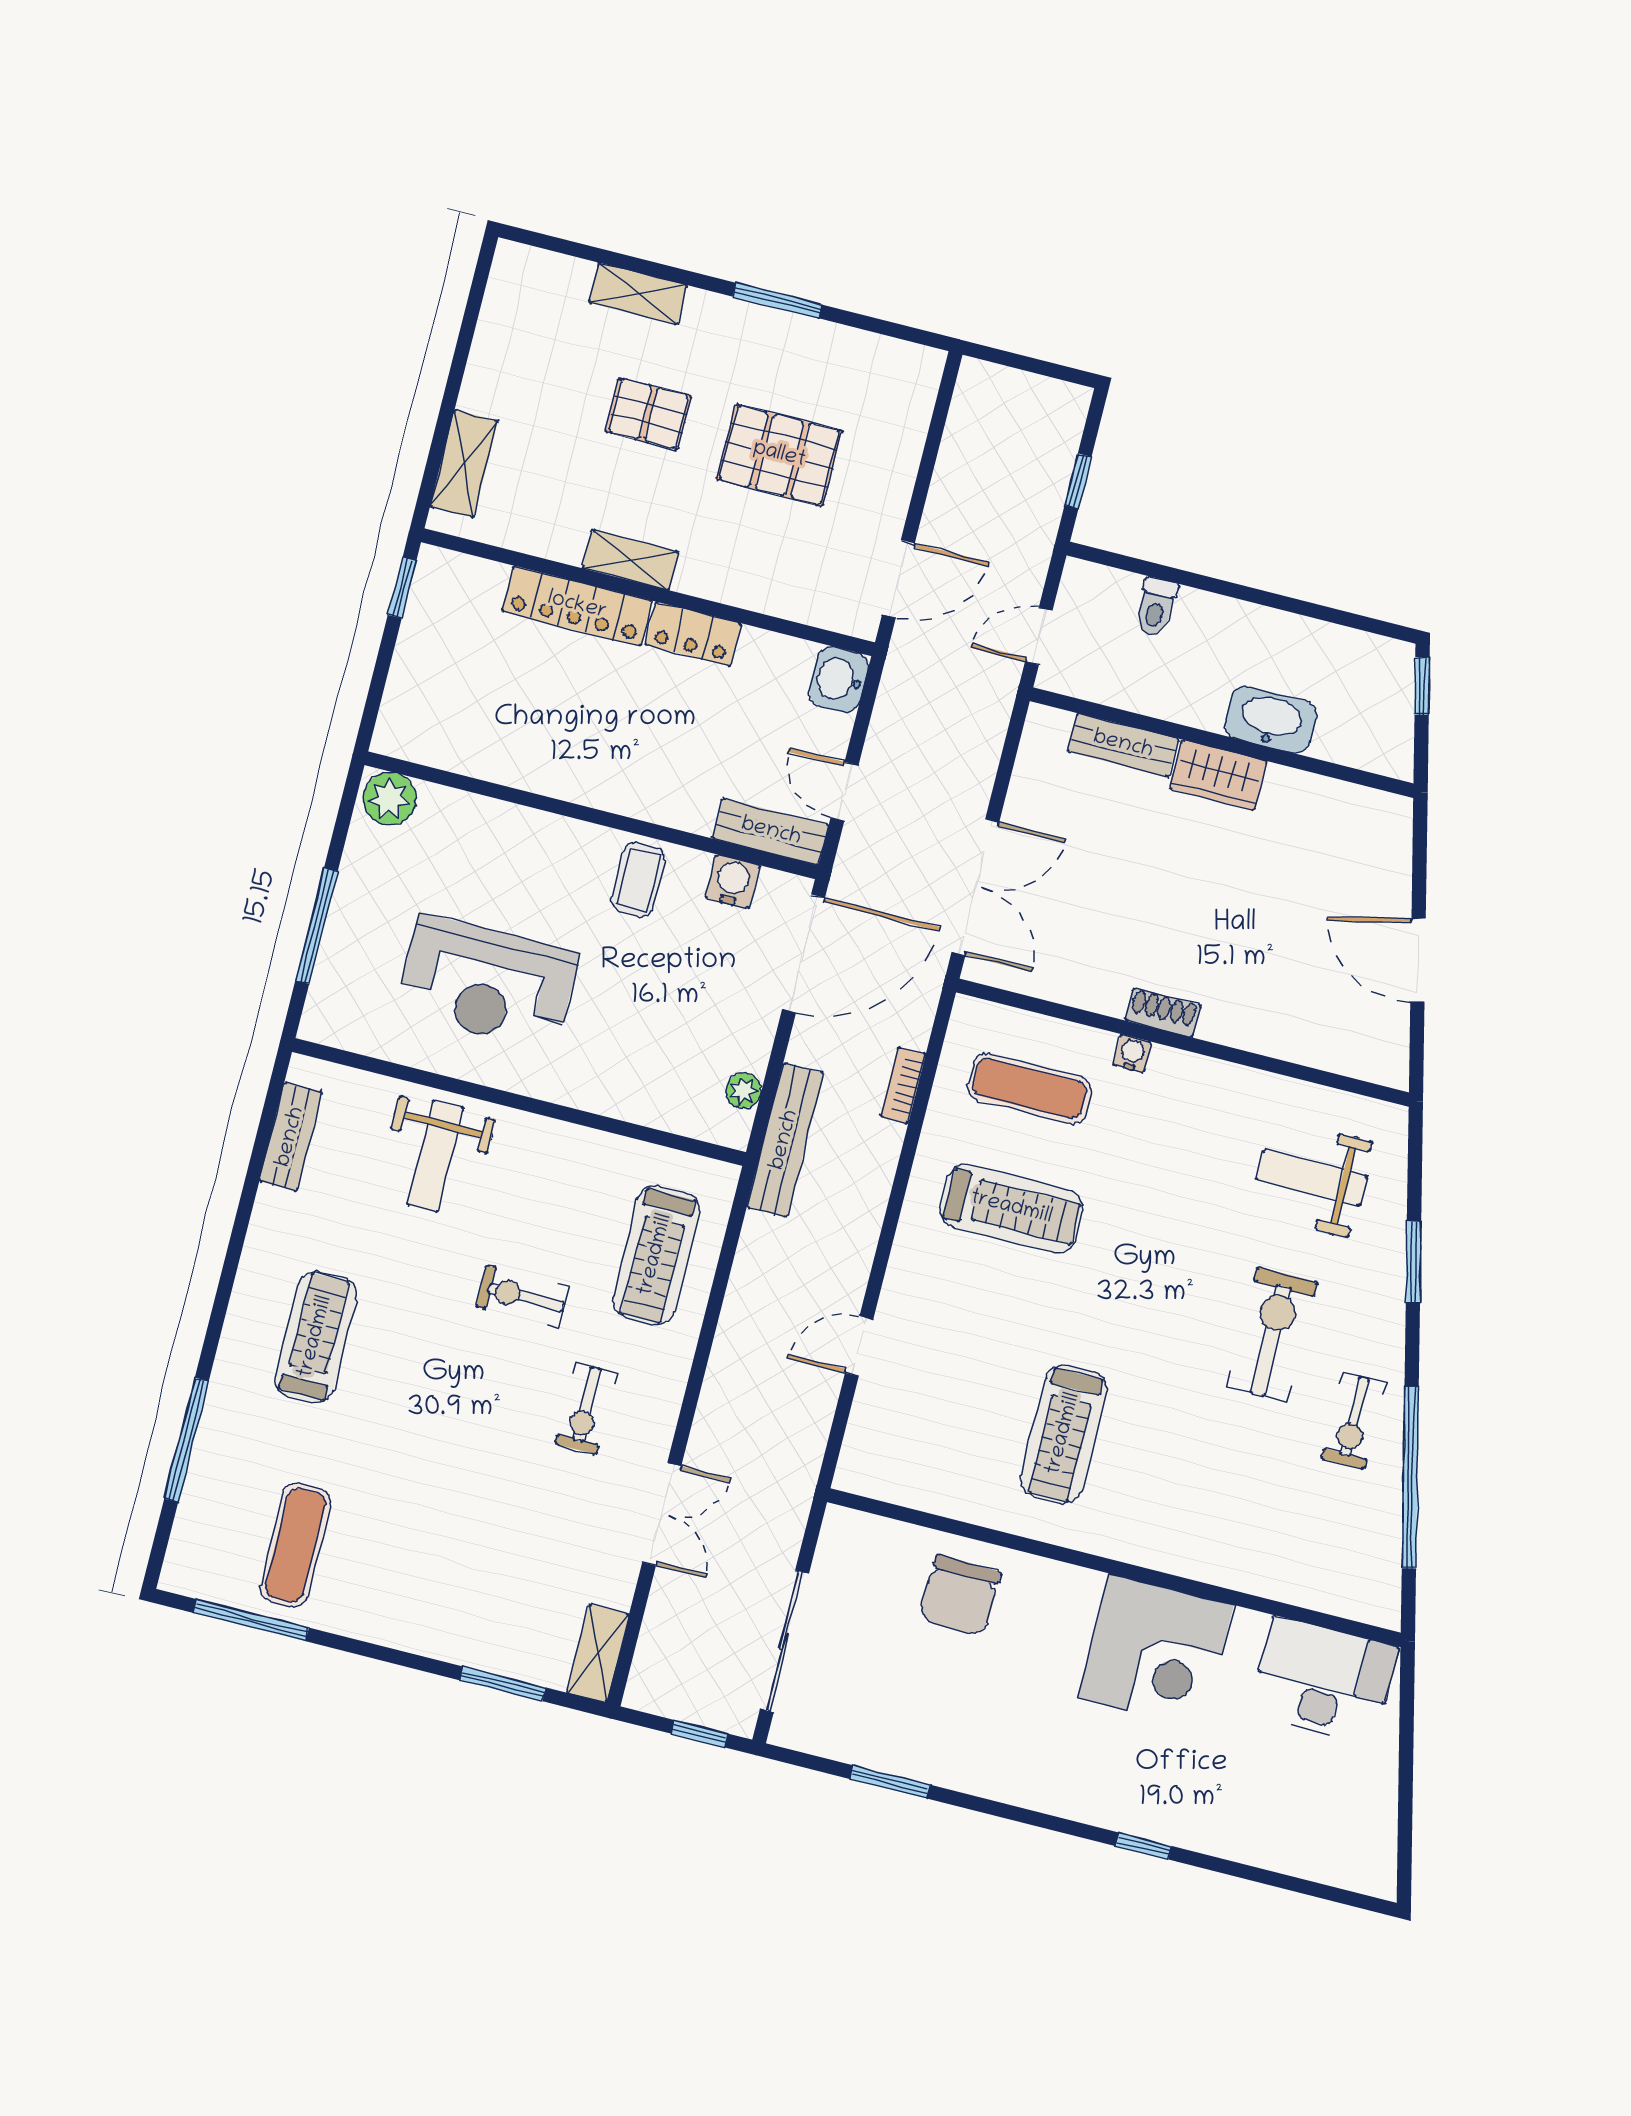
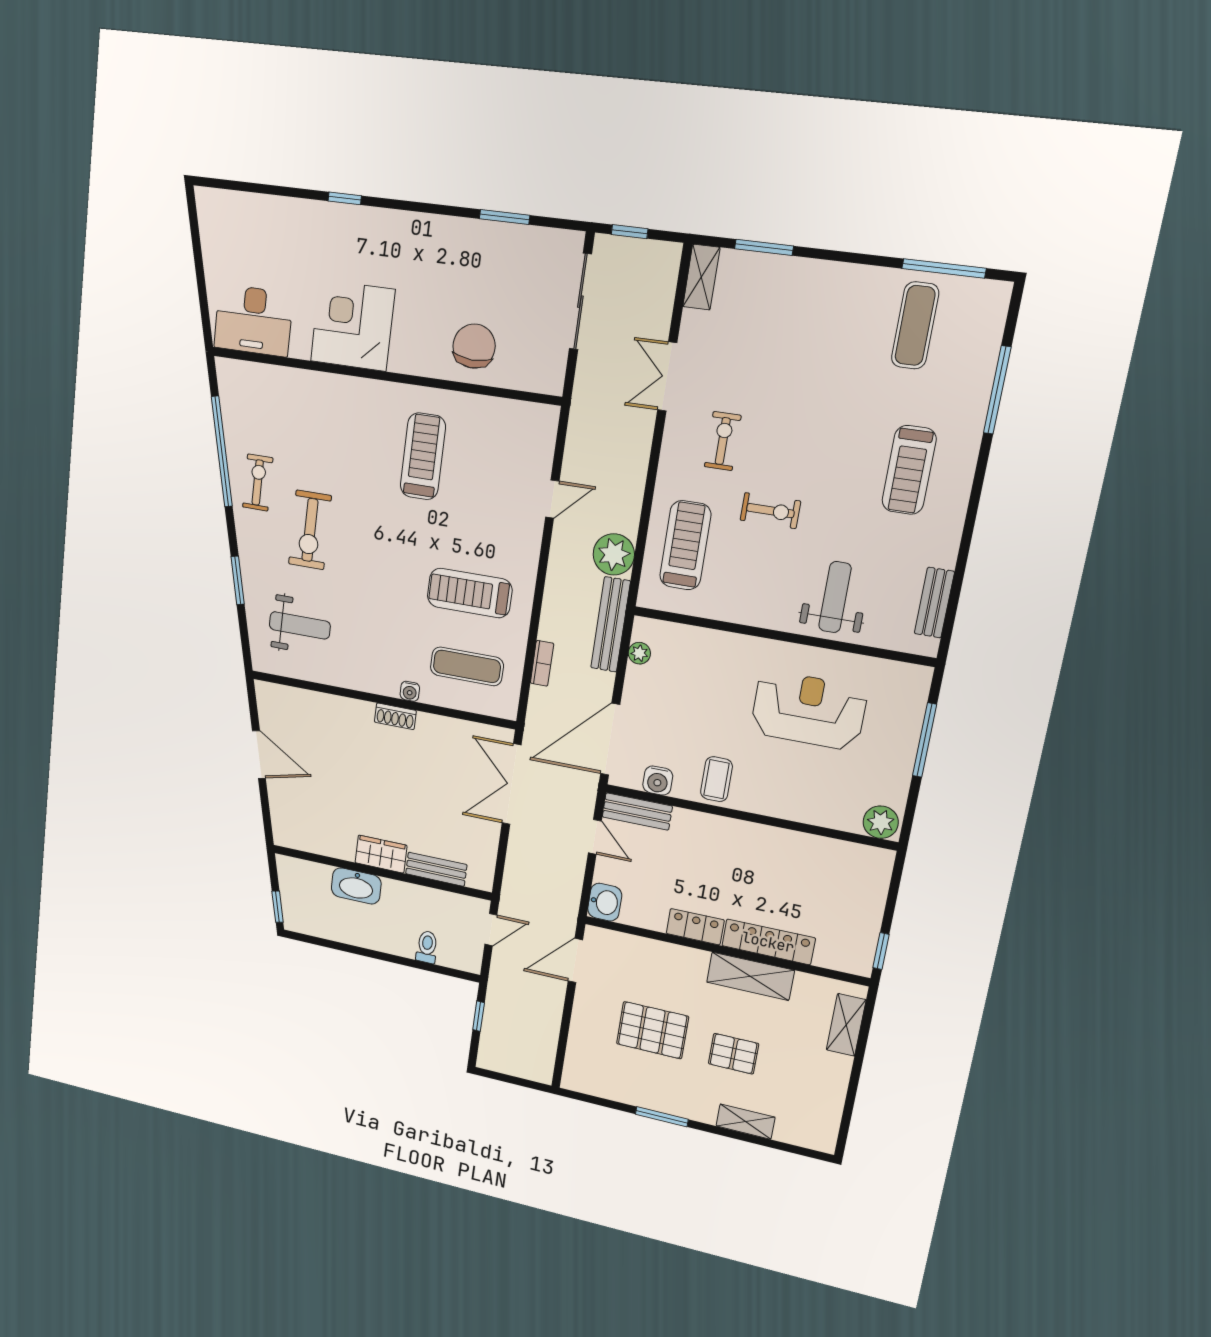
shelving: (630, 560) -> (750, 976), width x1.50, depth x1.33
plant: (769, 1251) -> (614, 554), added

